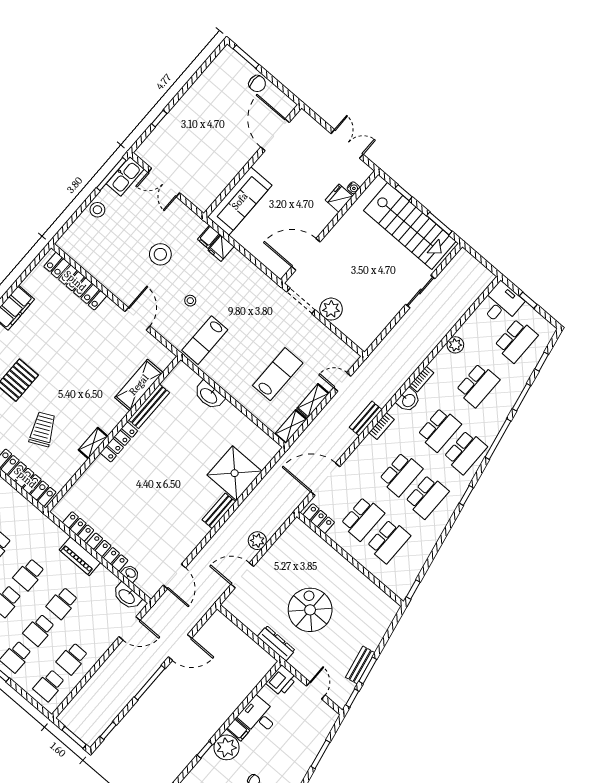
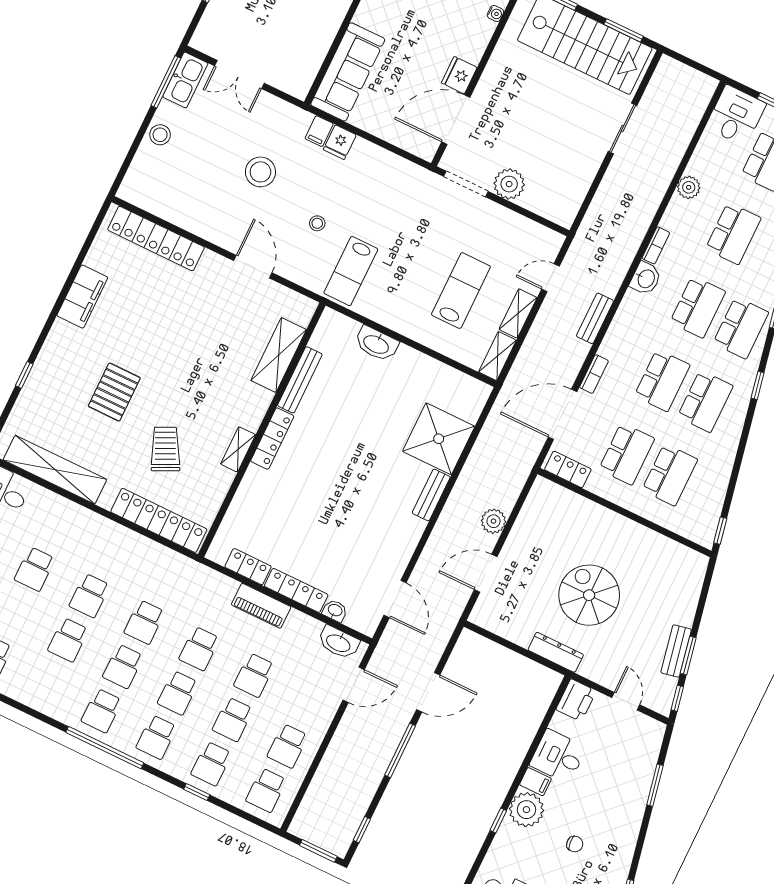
fridge: (339, 198) -> (459, 75), moved
bookcase: (381, 426) -> (594, 374), moved

